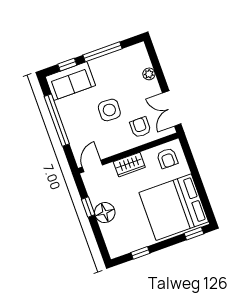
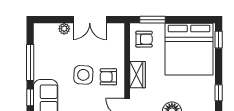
double door: (172, 108) -> (90, 20), moved
armchair: (140, 127) -> (108, 77), moved
window: (190, 160) -> (152, 20), added

